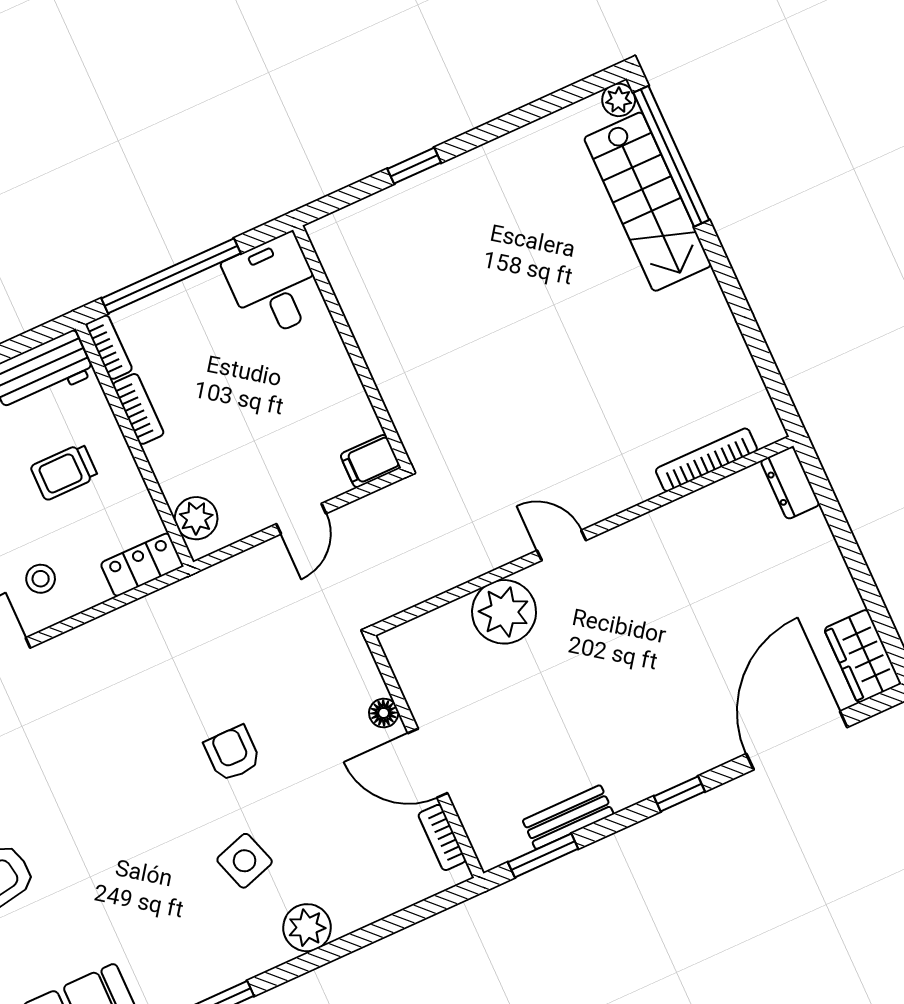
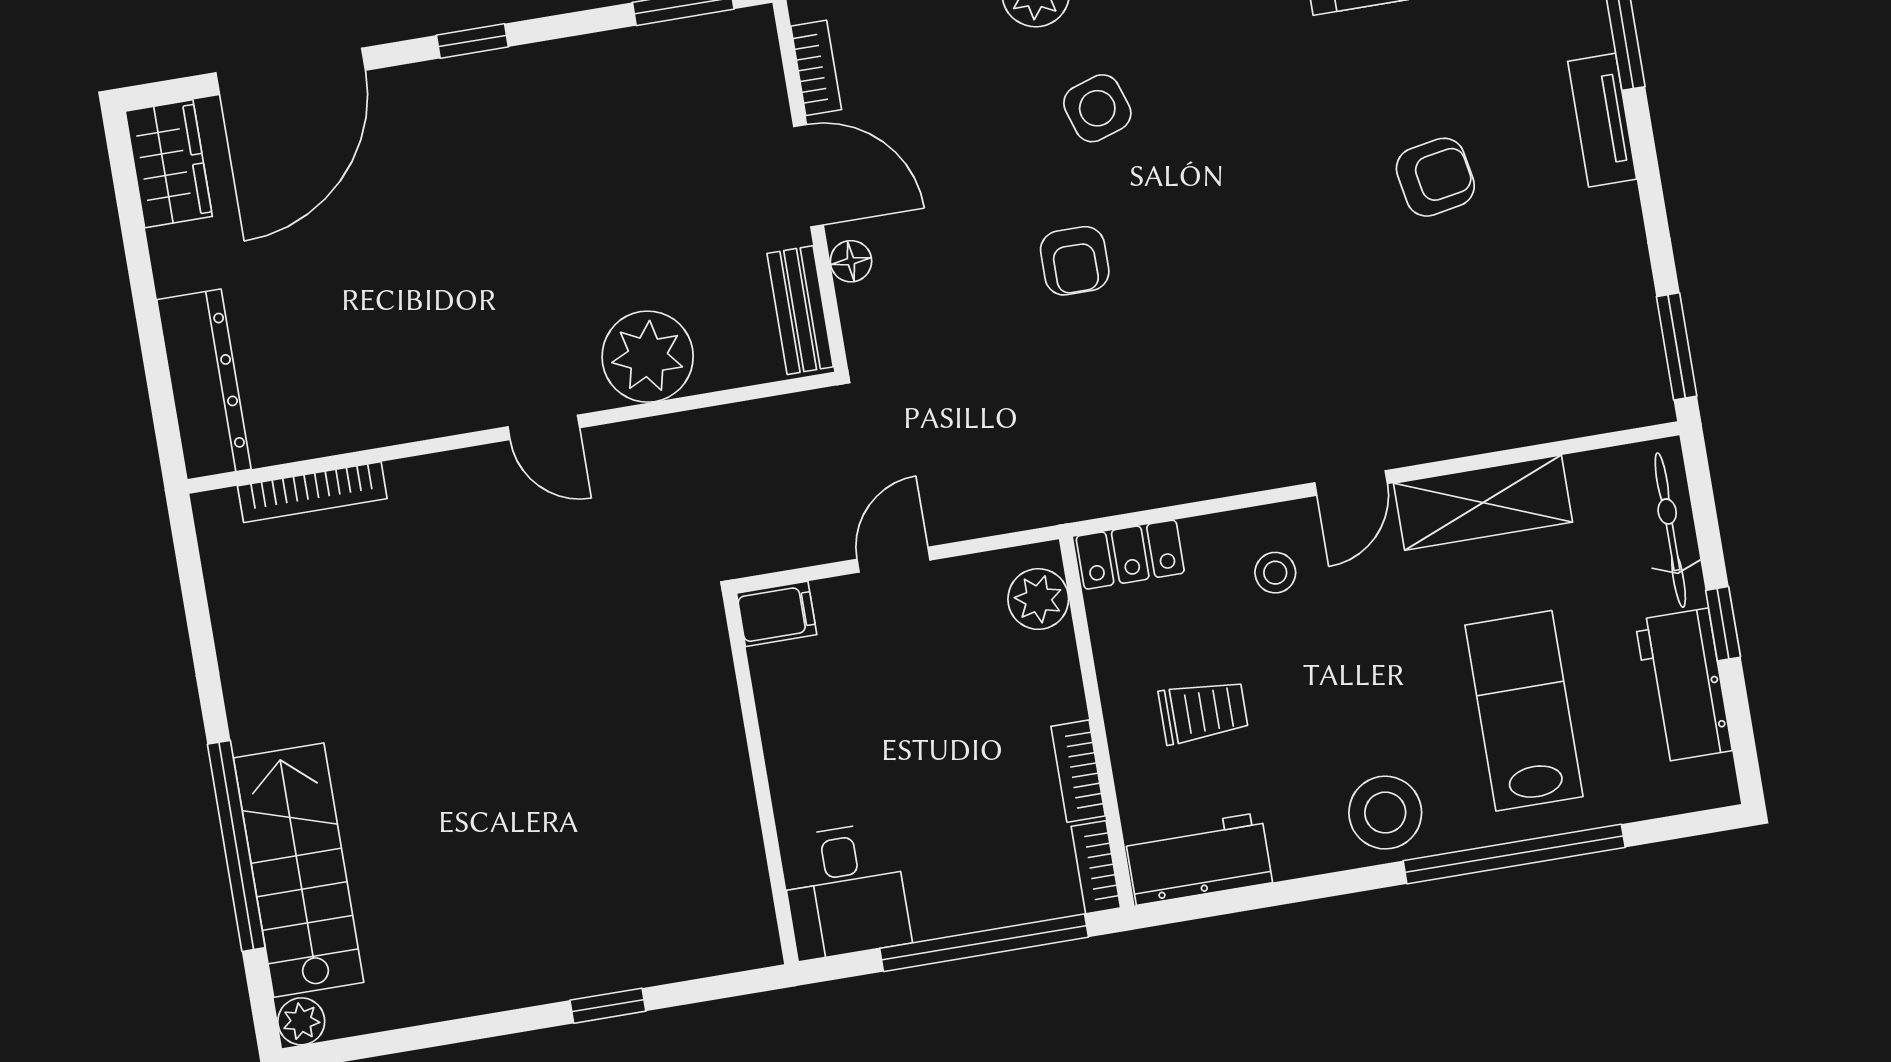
window: (671, 156) -> (236, 846), moved
dresser: (790, 483) -> (204, 384), width x1.96, depth x1.24
bench: (568, 817) -> (800, 310), moved, turned 90

